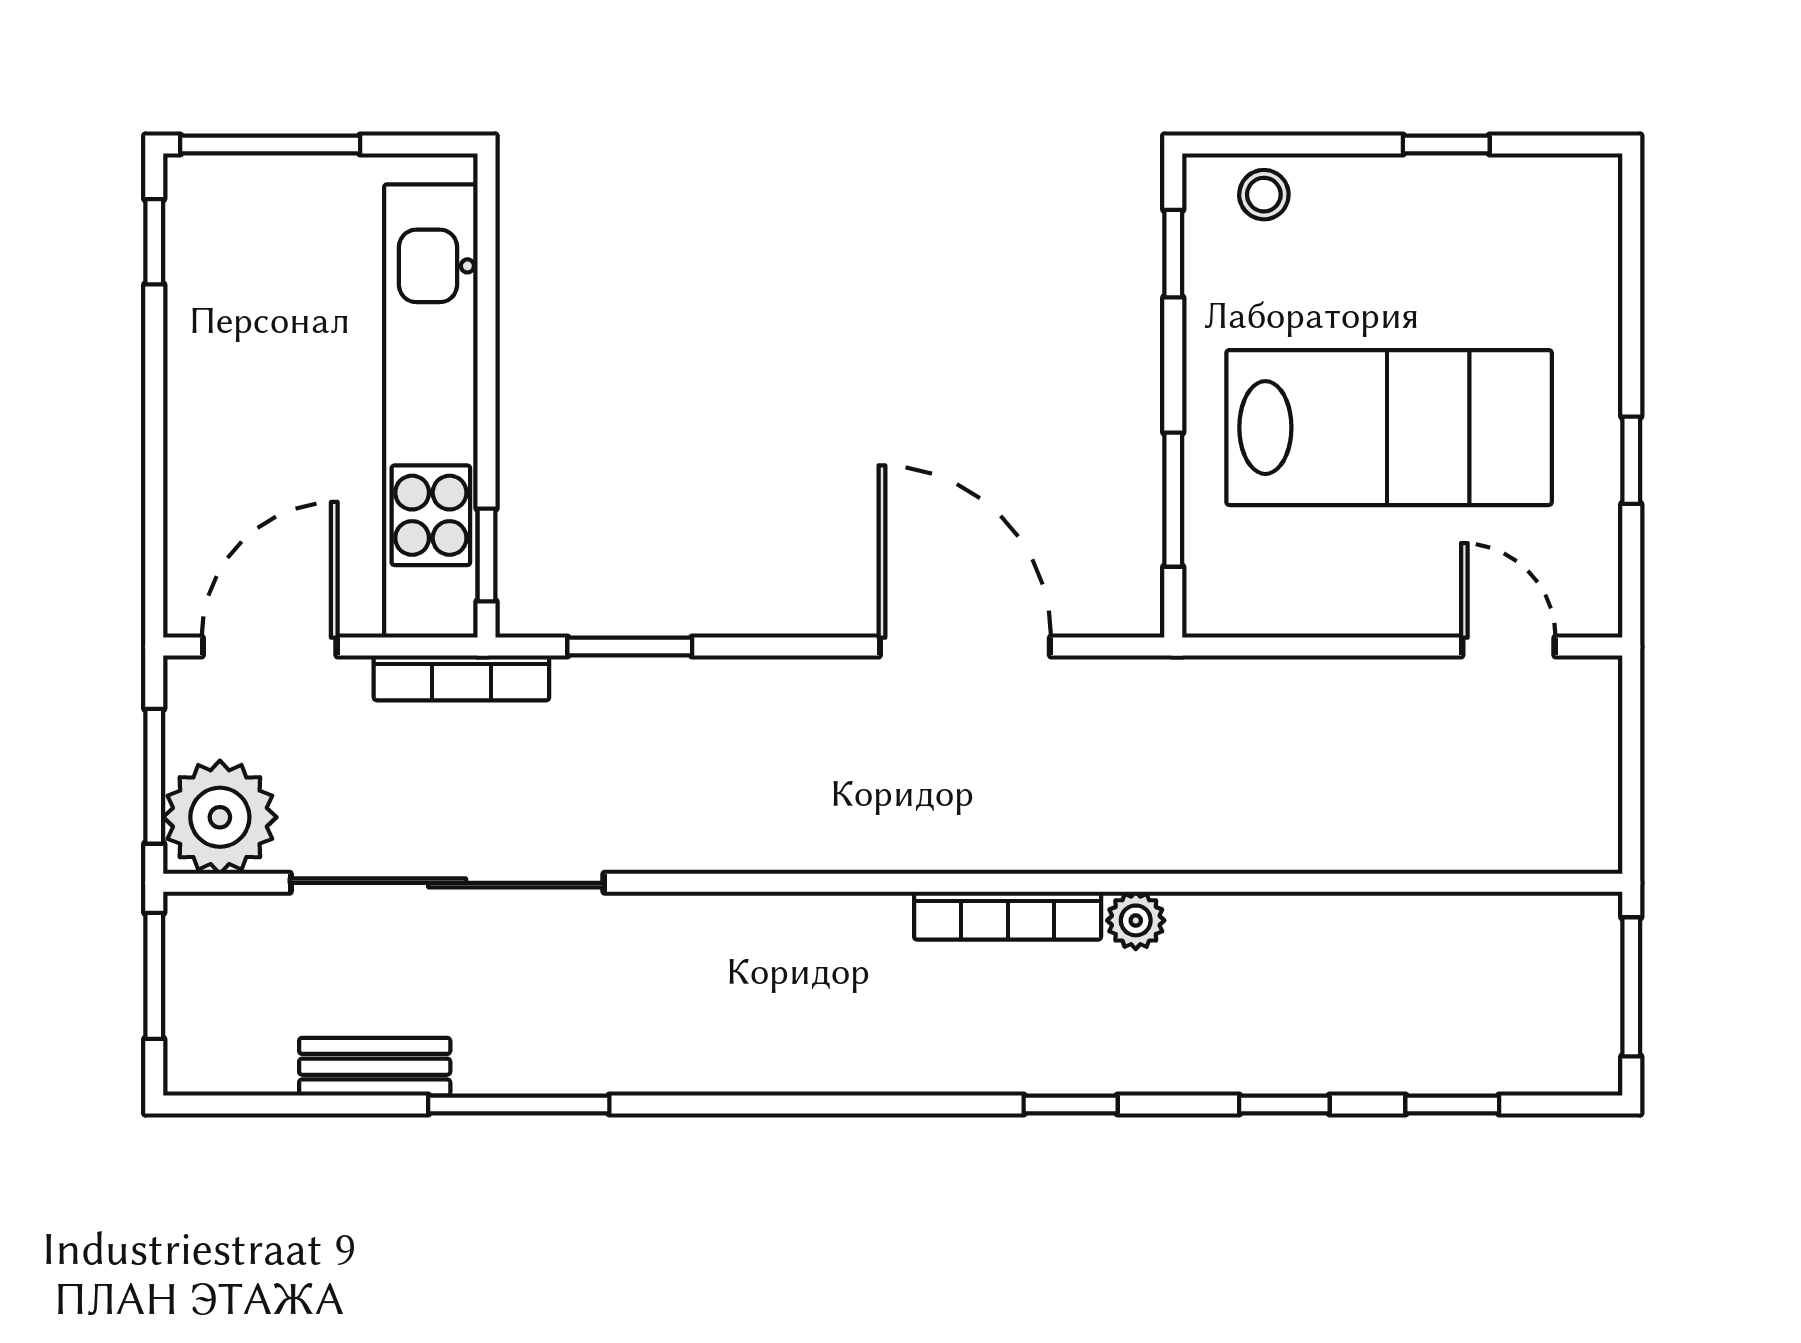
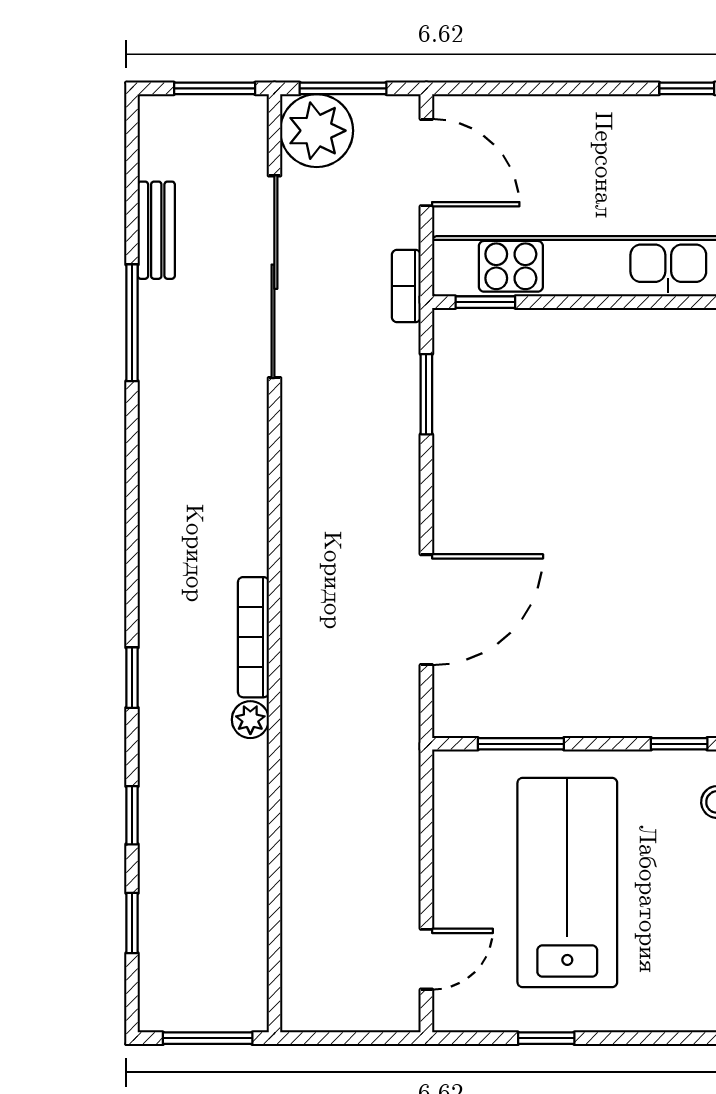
lab bench: (1389, 428) -> (567, 882), turned 180
bookcase: (461, 678) -> (406, 286), width x0.64

